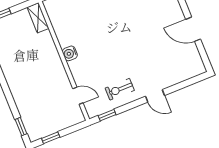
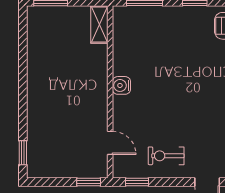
window: (51, 138) -> (89, 182), moved

